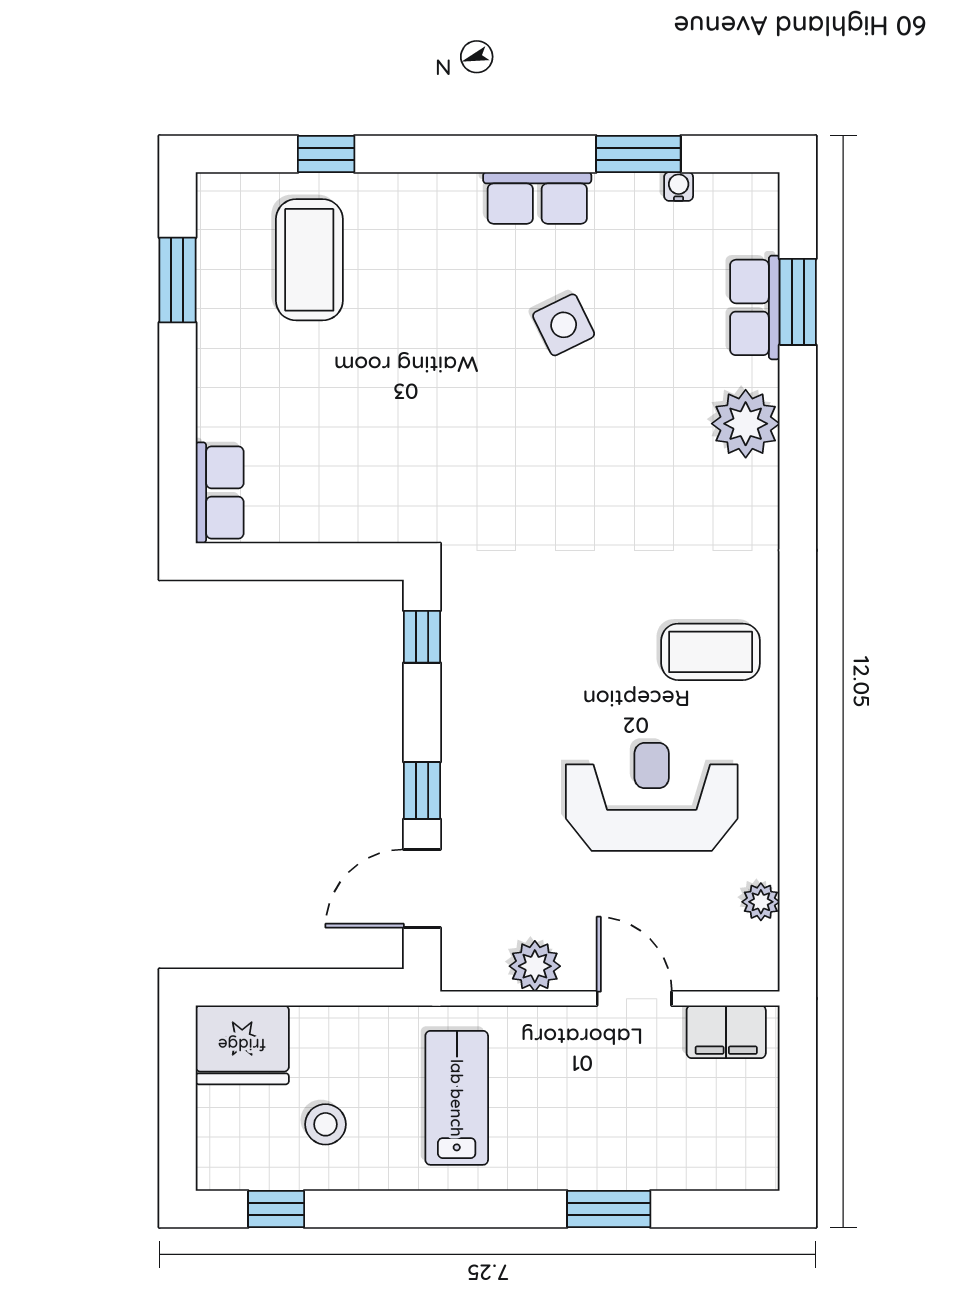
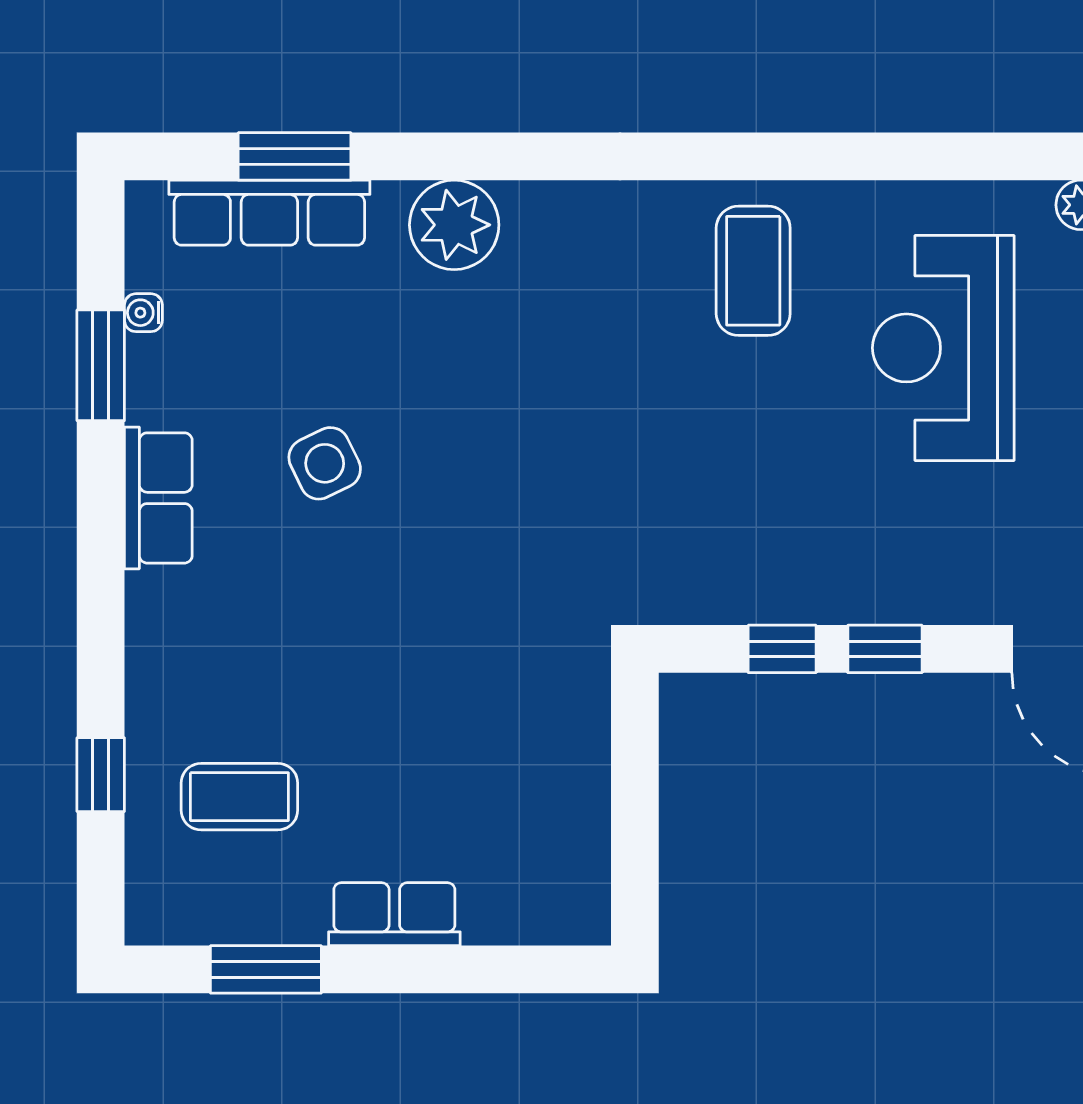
coffee table: (309, 260) -> (239, 797), width x0.73, depth x0.76
row of seats: (755, 307) -> (269, 213), width x1.48
row of seats: (220, 493) -> (394, 914), moved
window: (422, 637) -> (782, 649), moved
window: (422, 791) -> (885, 649), moved

